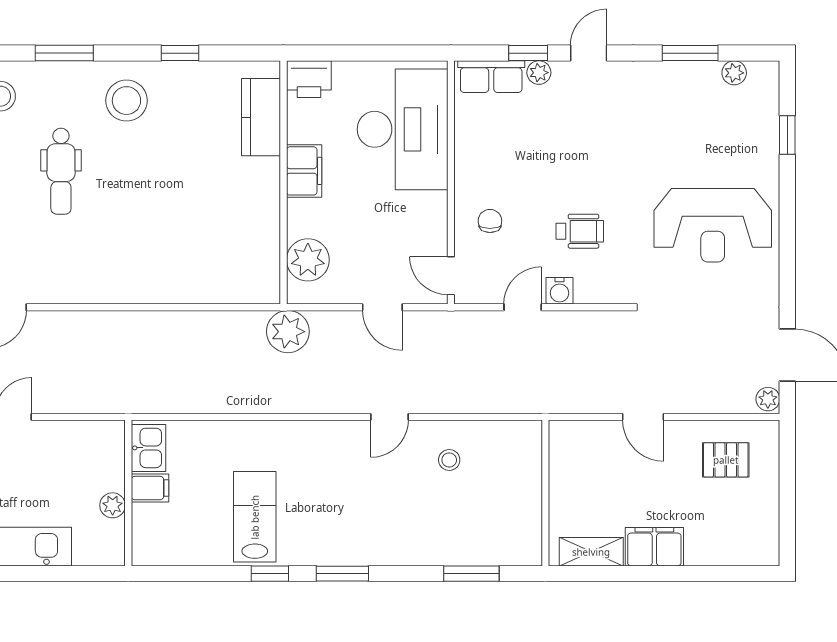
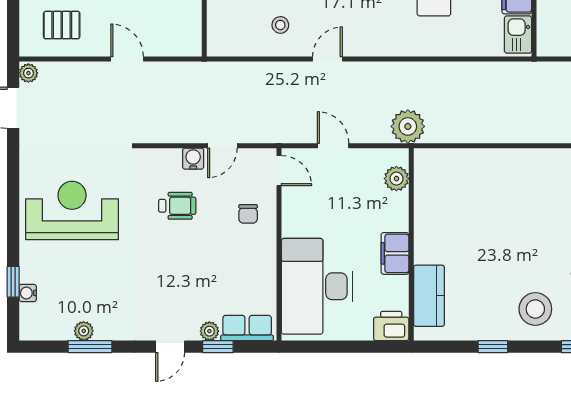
plant: (734, 73) -> (84, 331), moved
water cooler: (769, 121) -> (28, 293), added
wheelchair: (580, 231) -> (177, 206), turned 180
plant: (308, 260) -> (396, 179), width x0.73, depth x0.73

